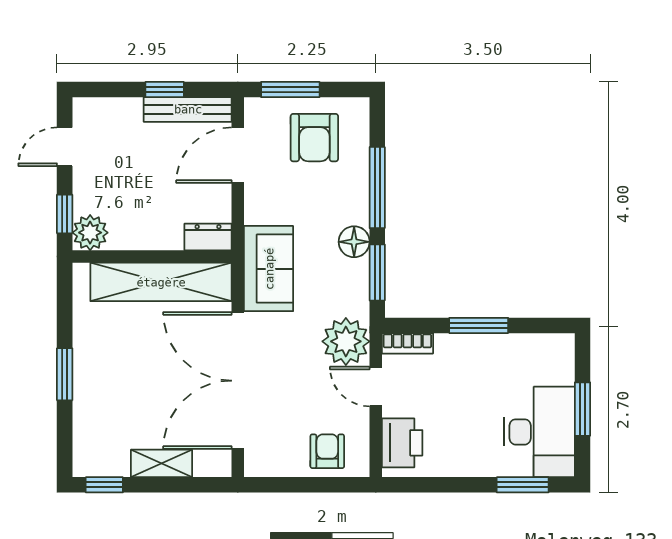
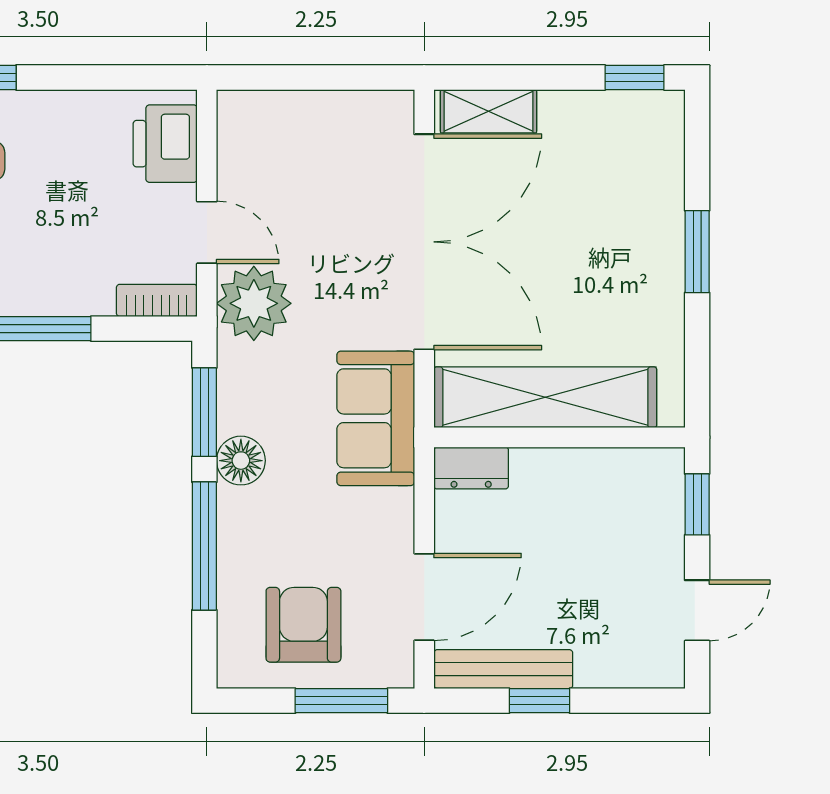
plant: (90, 233) -> (657, 475), removed
armchair: (327, 451) -> (283, 130), removed
shelving: (161, 463) -> (489, 111), moved

